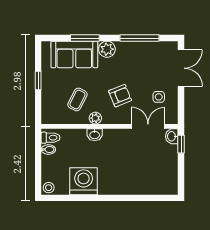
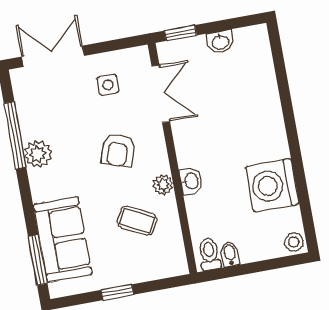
window: (85, 38) -> (38, 260), moved
plant: (107, 49) -> (38, 154), moved
armchair: (120, 96) -> (118, 150), turned -139
double door: (148, 126) -> (161, 94), swing flipped
washbasin: (172, 136) -> (220, 42), moved

